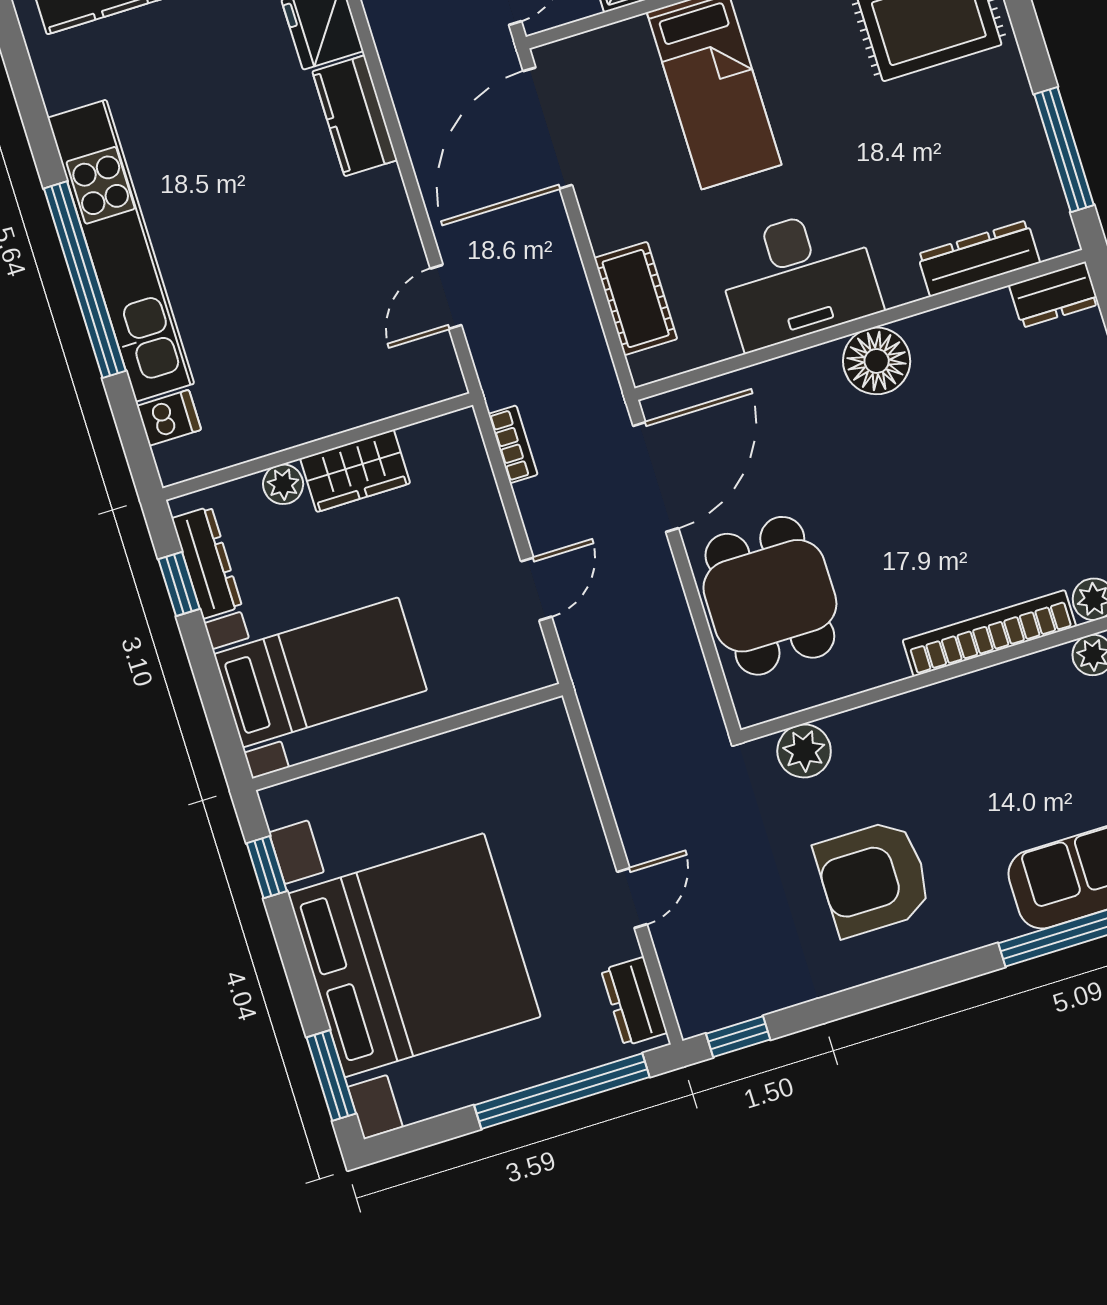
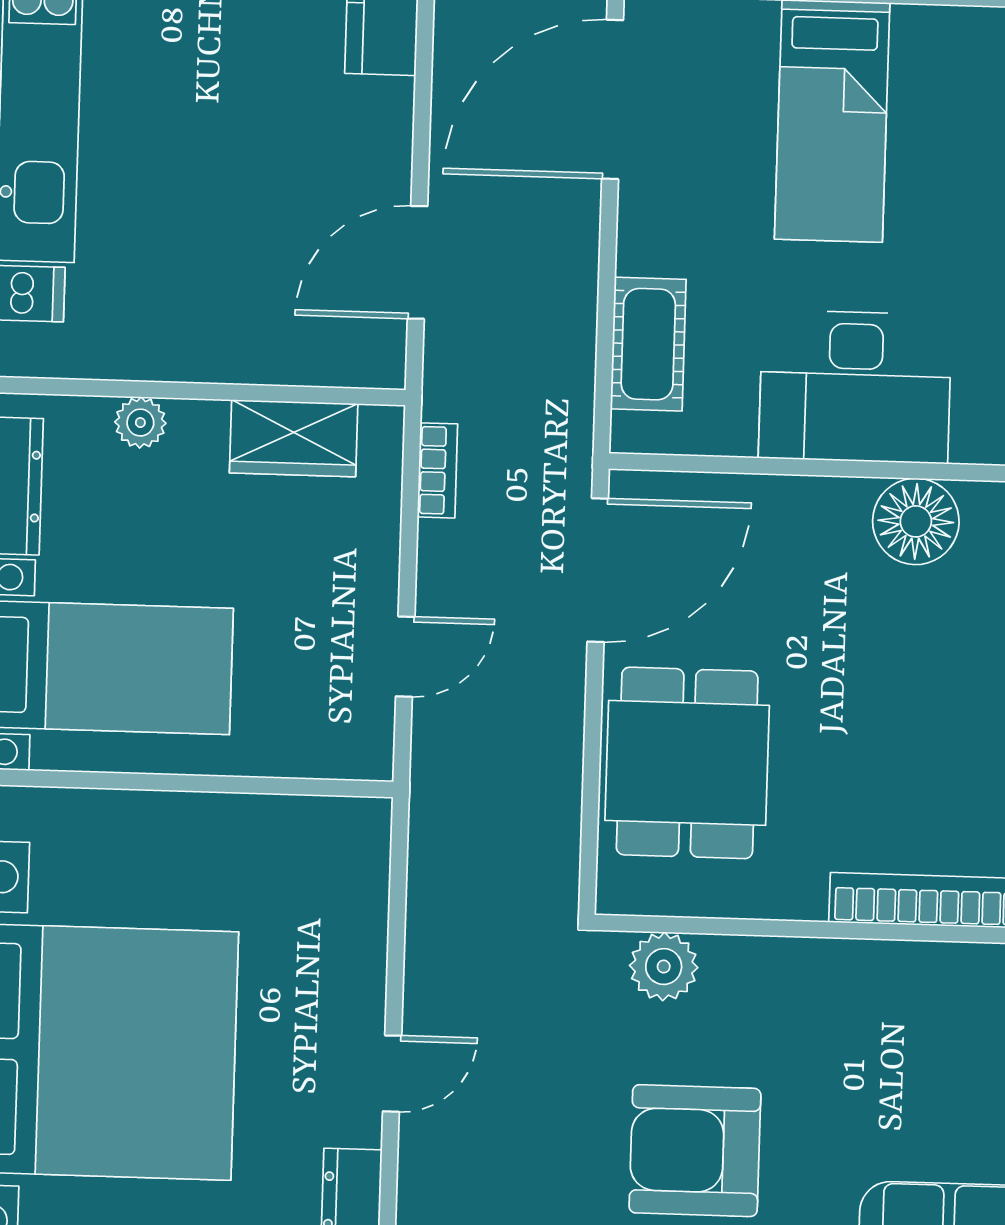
door: (446, 297) -> (418, 262), width x1.38
wardrobe: (355, 471) -> (294, 438), moved

